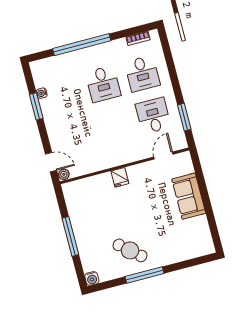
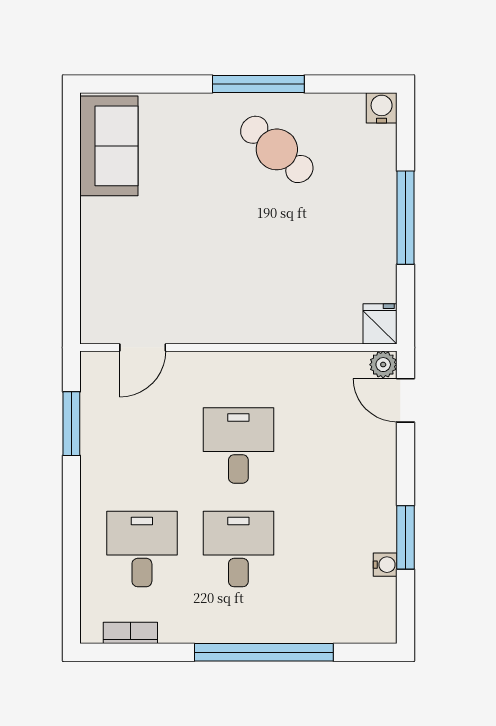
desk: (153, 116) -> (238, 445), moved, turned 180
fridge: (120, 177) -> (380, 324), moved
sofa: (189, 196) -> (109, 146), moved

